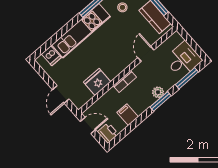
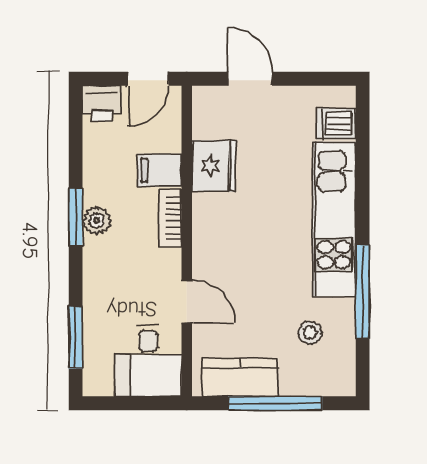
desk: (183, 60) -> (148, 360), moved
plant: (158, 92) -> (97, 220), moved
window: (161, 101) -> (76, 217), moved
filing cabinet: (128, 115) -> (160, 170), moved, turned 180

